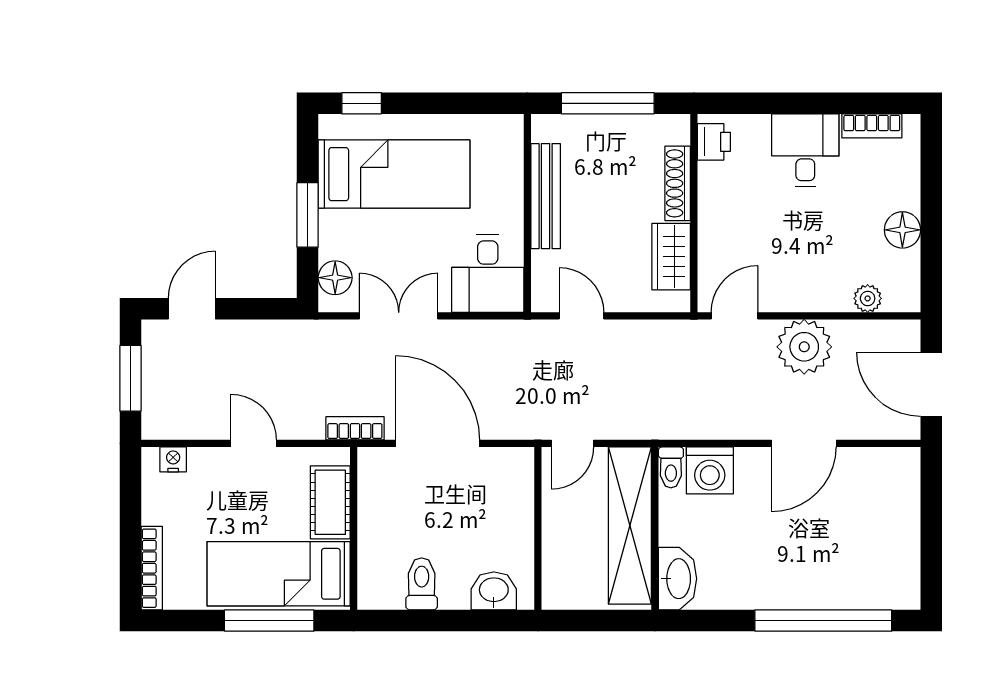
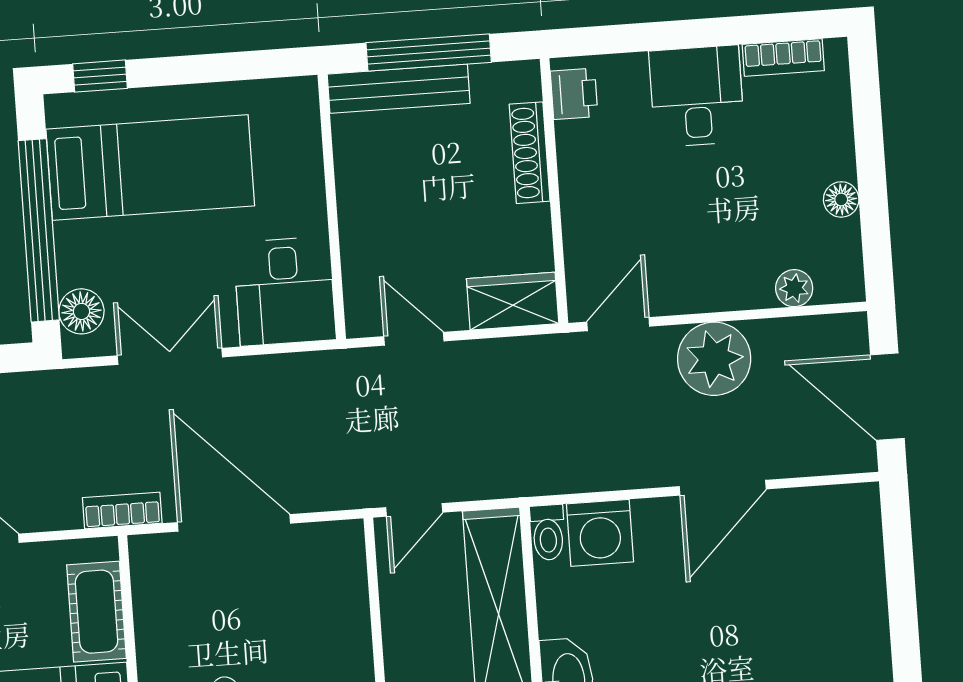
bench: (546, 196) -> (399, 89), moved, turned 90
window: (308, 215) -> (39, 230), width x2.11
floor lamp: (902, 230) -> (841, 199), width x0.73, depth x0.73
wardrobe: (671, 257) -> (513, 301), moved, turned 90

